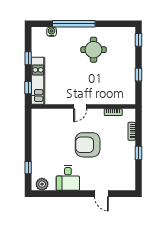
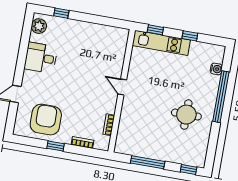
window: (139, 75) -> (148, 162), width x2.17
armchair: (88, 145) -> (46, 120), moved

